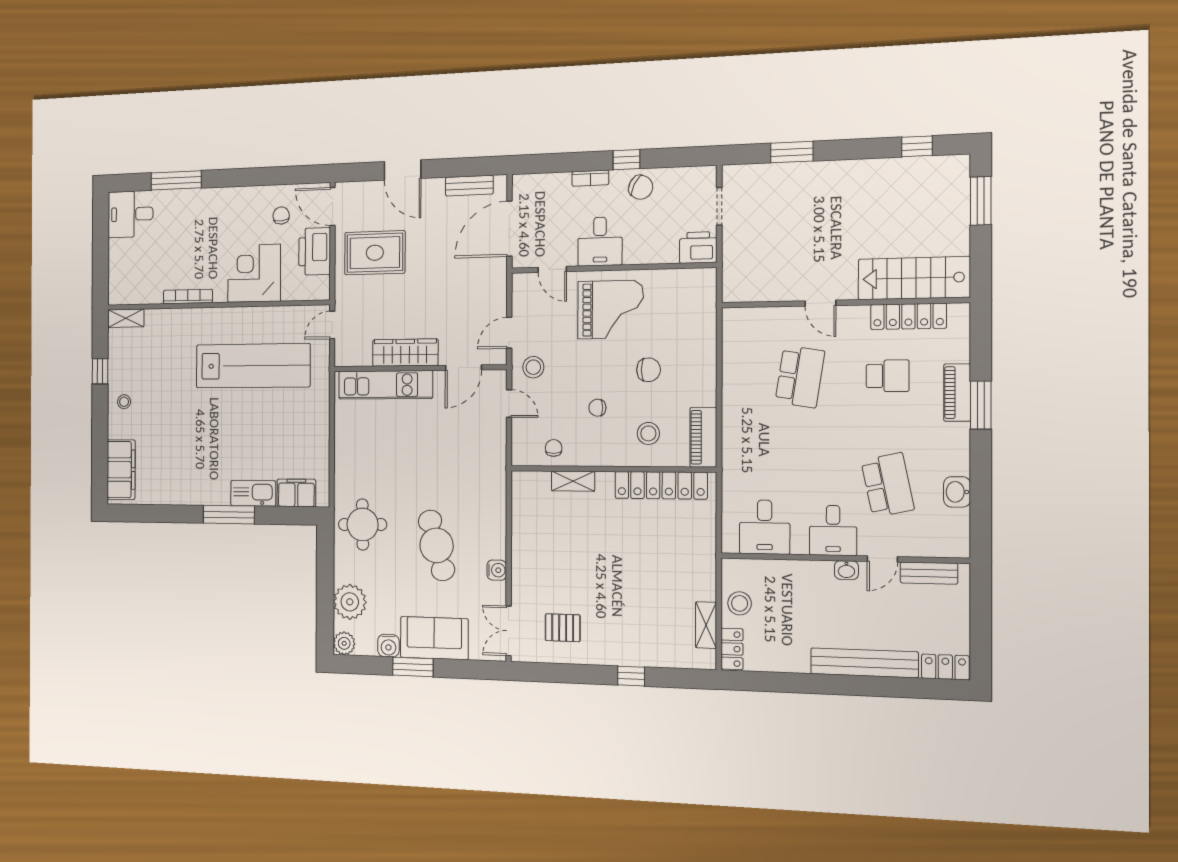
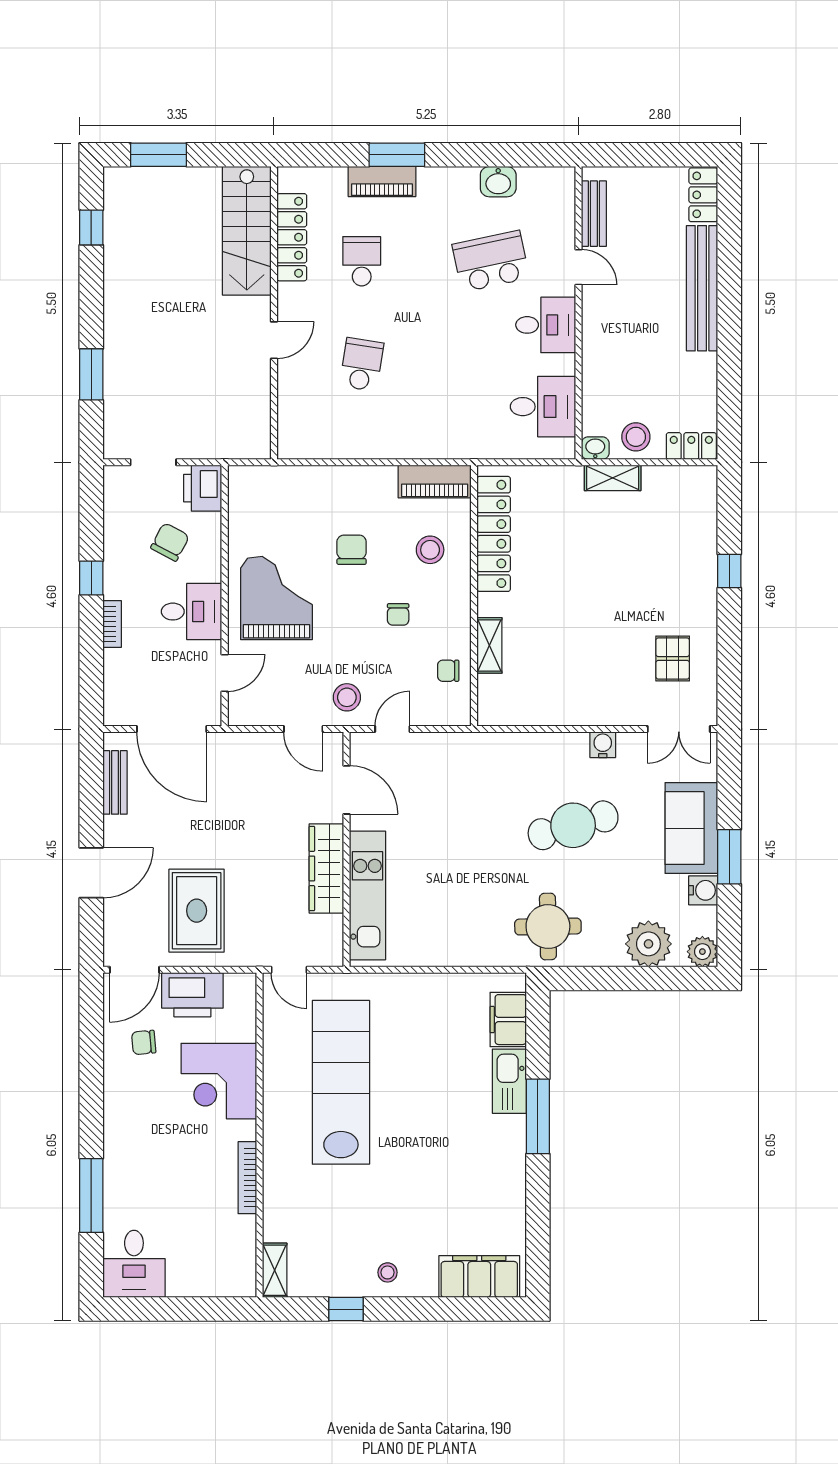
chair: (641, 187) -> (170, 542), moved
school desk: (800, 377) -> (362, 364), width x0.54
washbasin: (846, 570) -> (595, 448), moved, turned -90
shelving: (706, 625) -> (613, 478), moved

